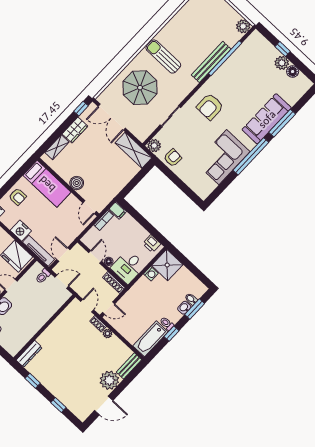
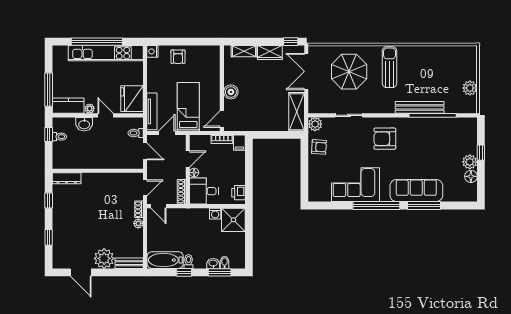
plant: (243, 26) -> (470, 88), moved
bed: (47, 184) -> (188, 107), moved, turned 180
nightstand: (21, 231) -> (154, 84), removed

